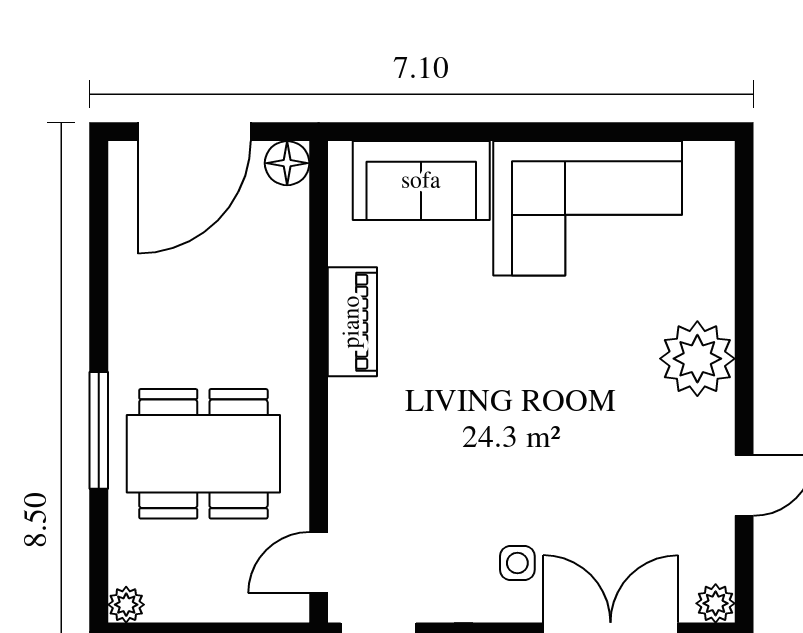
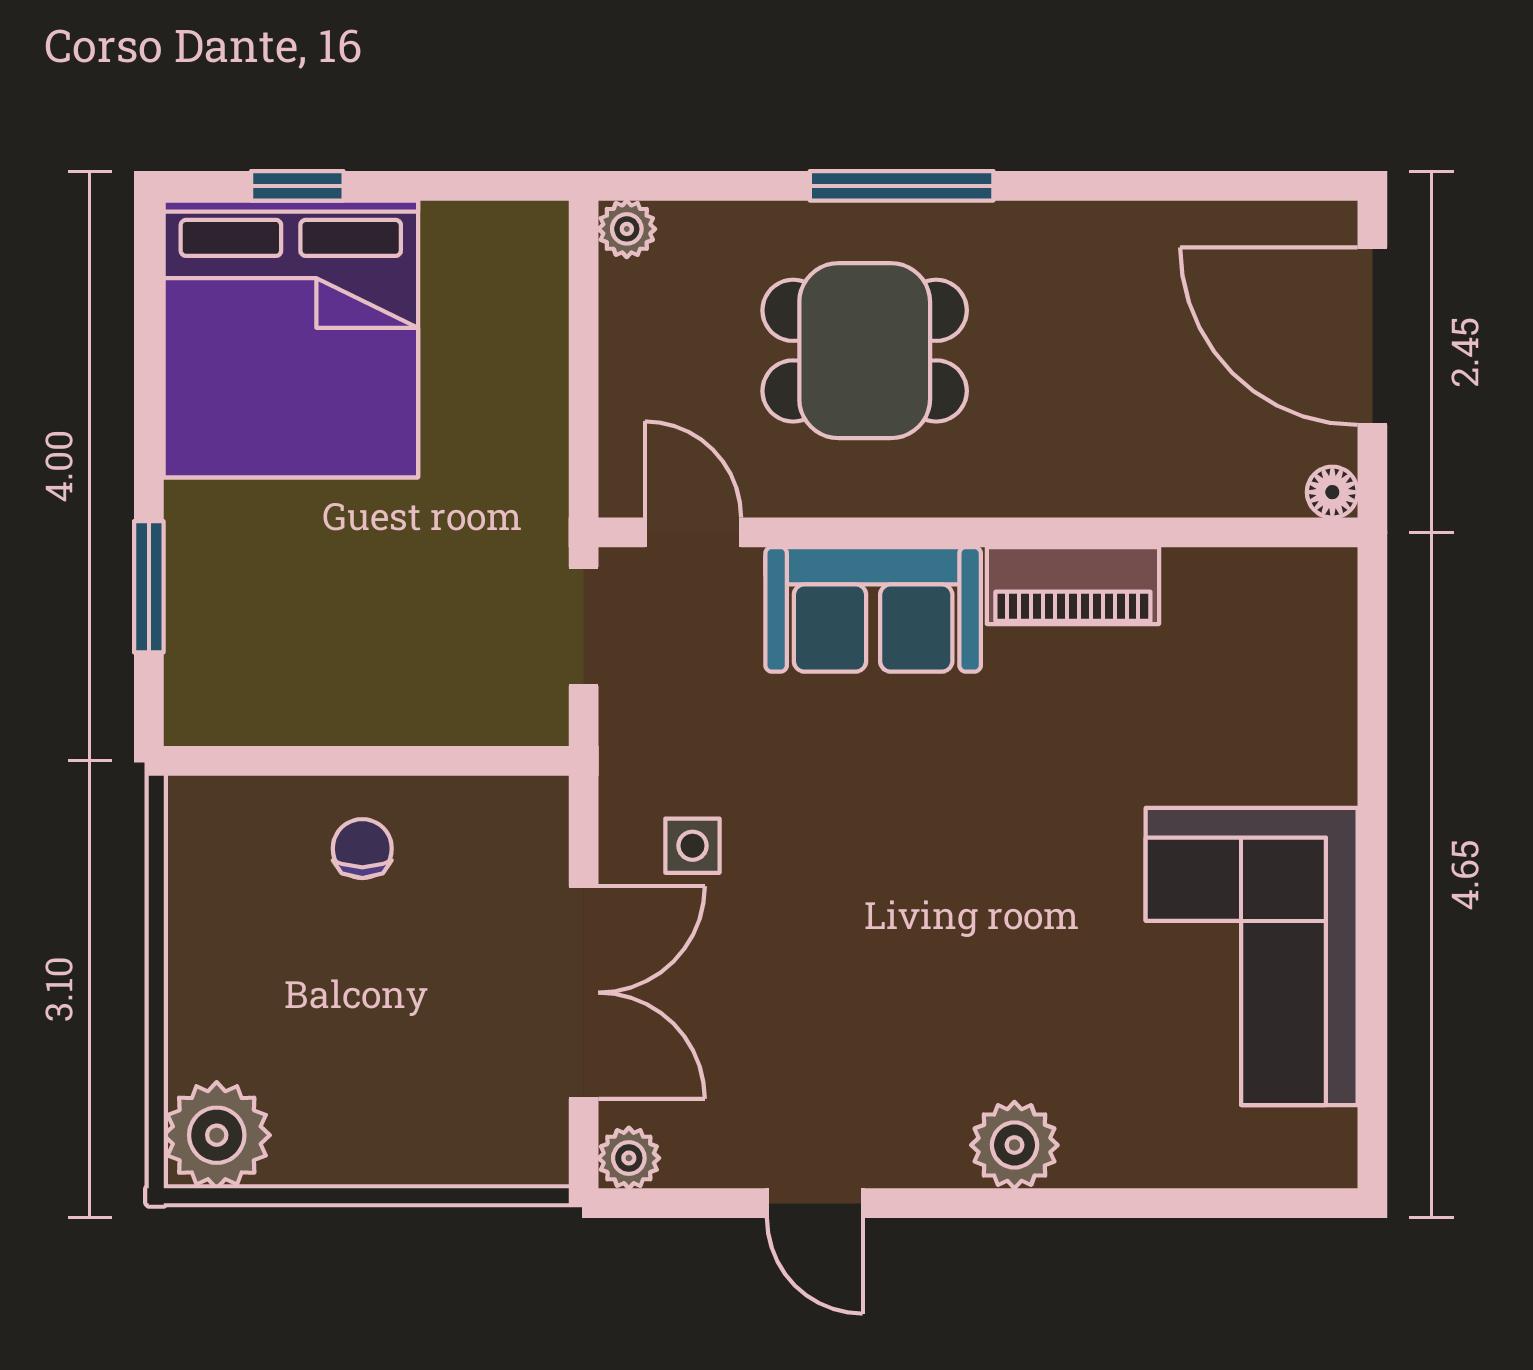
floor lamp: (287, 163) -> (1332, 492), width x0.73, depth x0.73
sofa: (421, 181) -> (873, 609), moved, turned -90
plant: (697, 359) -> (1014, 1145), width x0.73, depth x0.73
dining table: (203, 454) -> (865, 351), width x0.73

